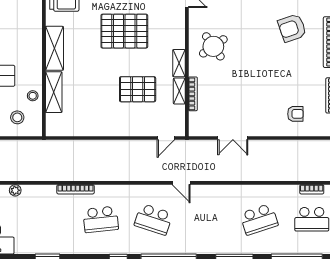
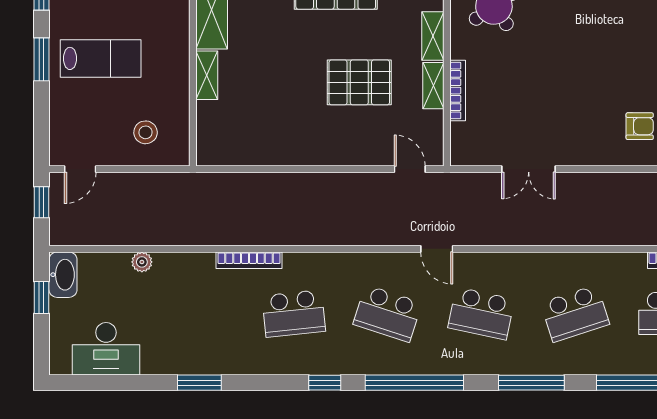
shelving: (54, 92) -> (207, 75), width x0.67, depth x0.75
stool: (33, 96) -> (173, 94), removed
door: (166, 138) -> (410, 169), swing flipped
school desk: (206, 219) -> (481, 313), added

